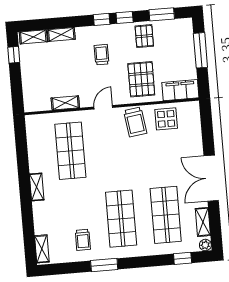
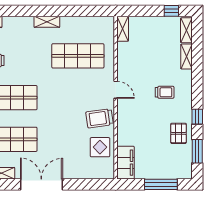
window: (102, 19) -> (197, 95), removed
pallet: (144, 36) -> (179, 133), turned 90
pallet: (141, 79) -> (139, 127), removed
shelving: (65, 103) -> (123, 29), moved

